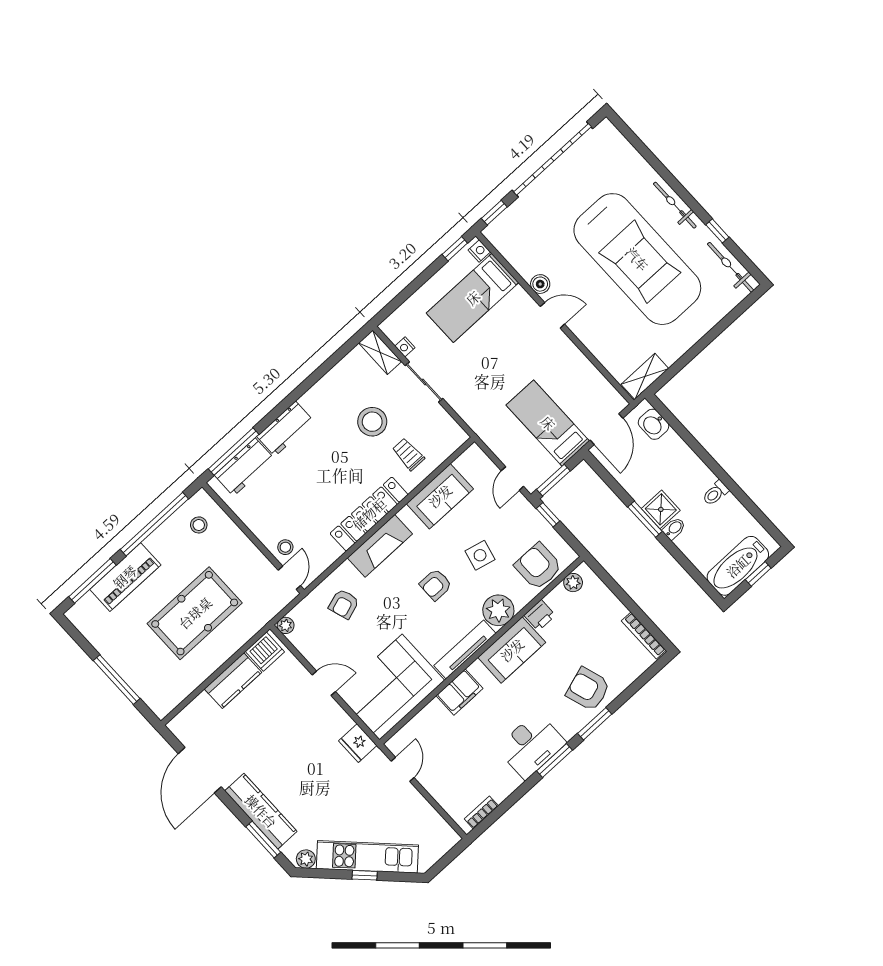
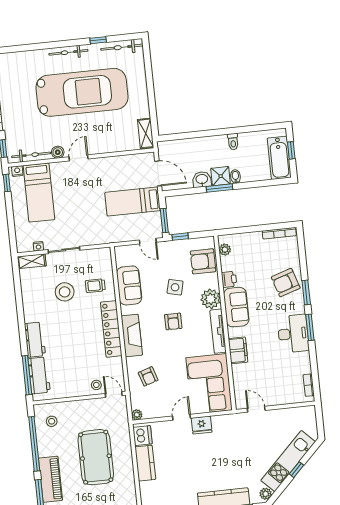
bicycle: (512, 253) -> (31, 155), added
washbasin: (654, 424) -> (202, 179), moved, turned 180
fridge: (358, 743) -> (202, 425), moved

